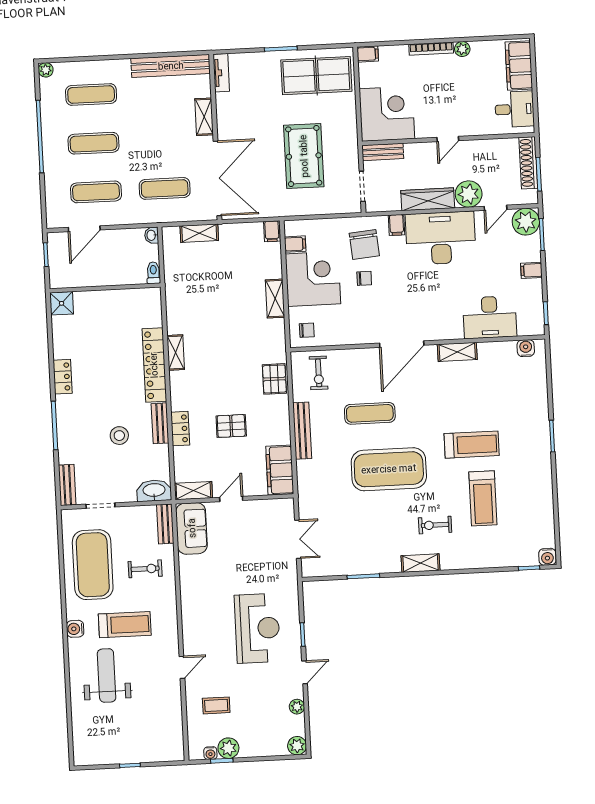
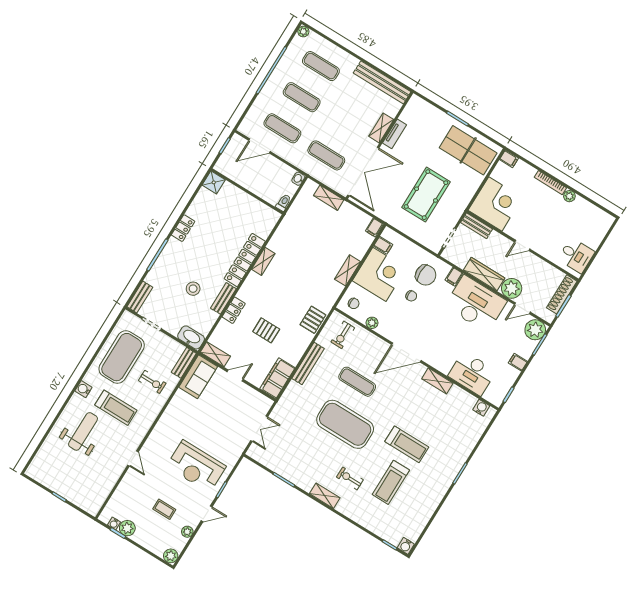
filing cabinet: (519, 66) -> (597, 230), removed
tv unit: (221, 73) -> (395, 134), moved
chair: (364, 244) -> (426, 275), turned -85
plant: (342, 338) -> (372, 323), added
reception desk: (257, 628) -> (196, 466), turned 90
door: (182, 667) -> (133, 458), hinge flipped
coffee table: (216, 705) -> (164, 509), moved

